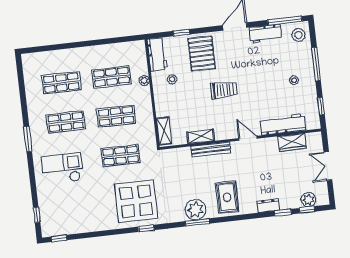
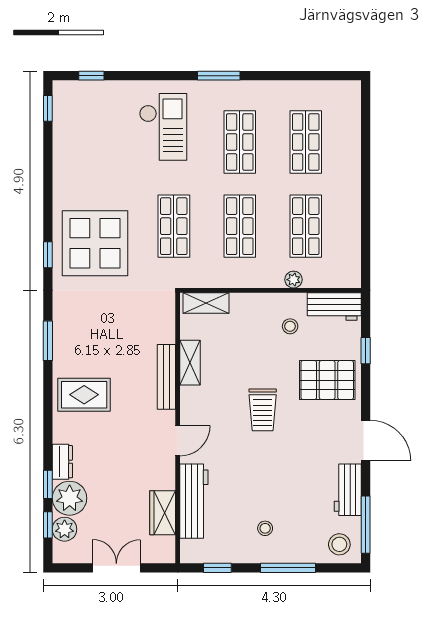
plant: (196, 210) -> (70, 498), moved

